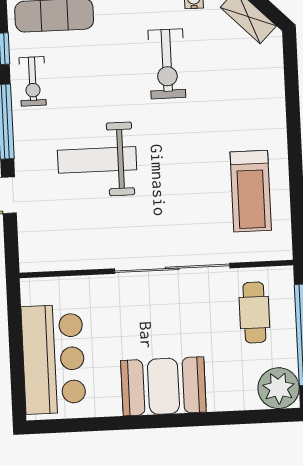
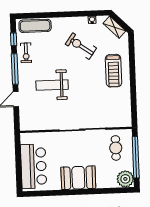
exercise bike: (167, 64) -> (81, 46), turned 125
treadmill: (251, 191) -> (113, 71), moved

